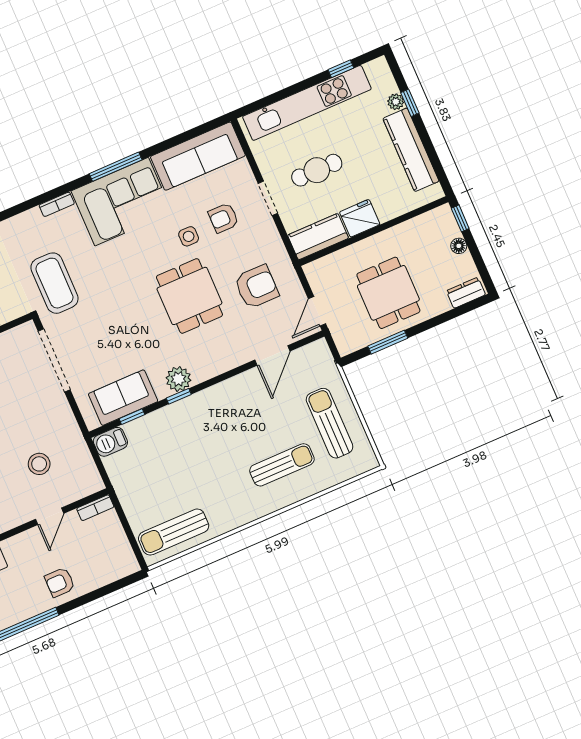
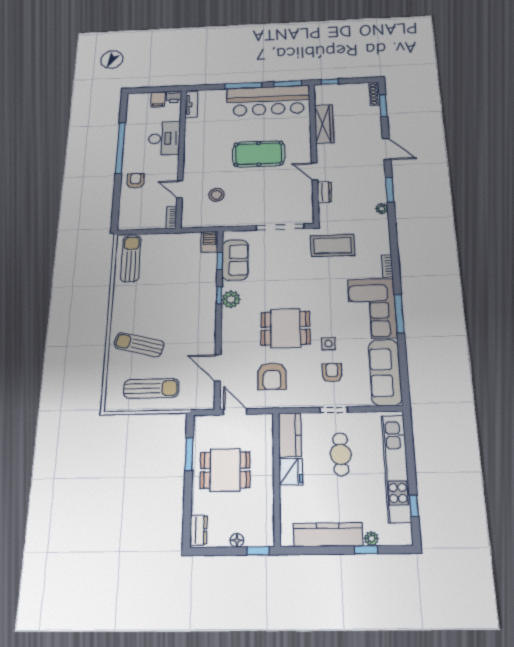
sun lounger: (282, 465) -> (139, 345), turned 104

